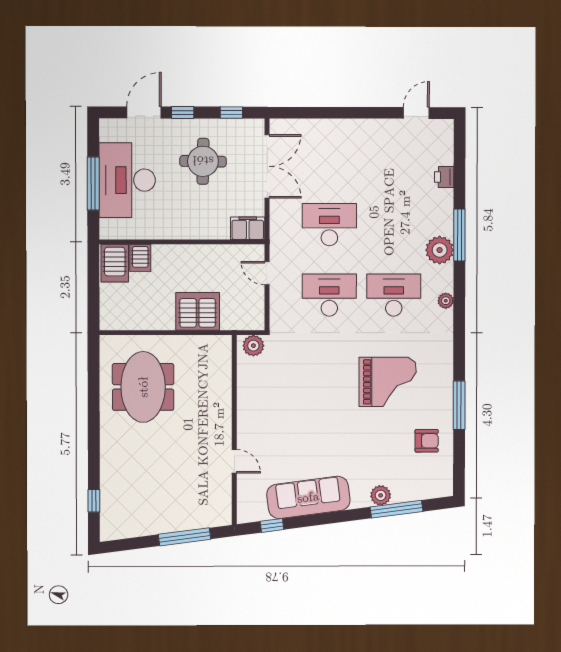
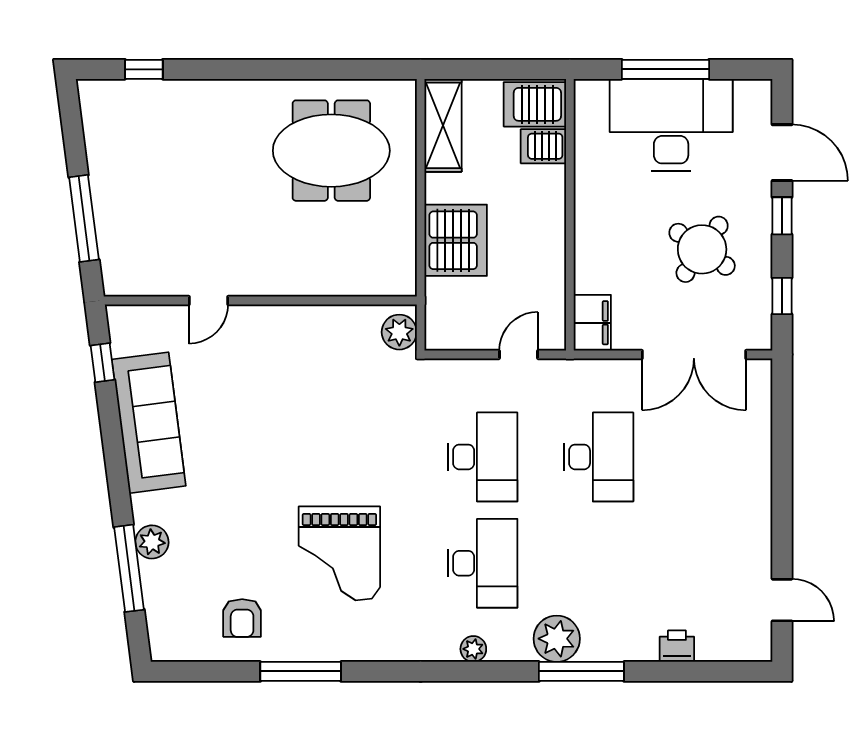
round table: (203, 161) -> (702, 249), turned 34
shelving: (128, 319) -> (443, 125), added

